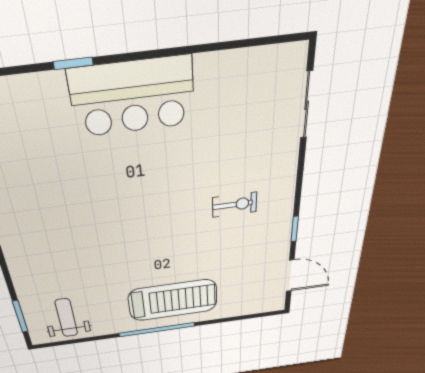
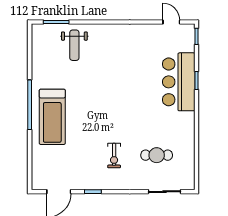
bar counter: (133, 97) -> (179, 82), moved
cafe table: (235, 130) -> (157, 155), added
weight bench: (66, 318) -> (74, 45), moved, turned 90

